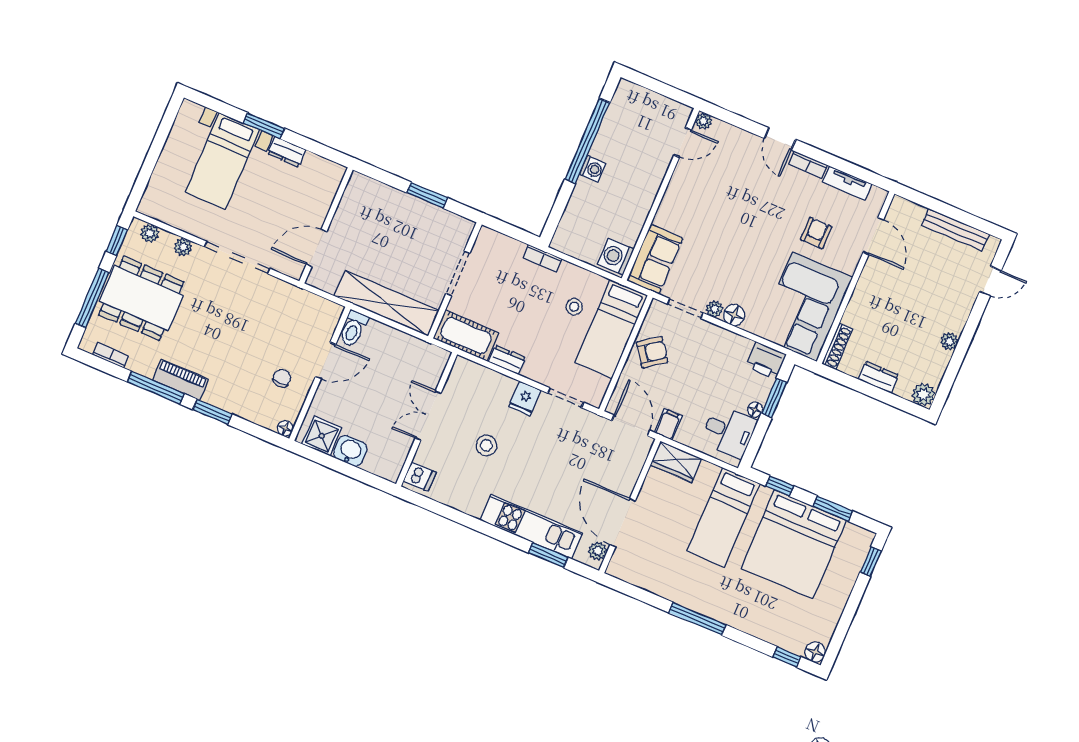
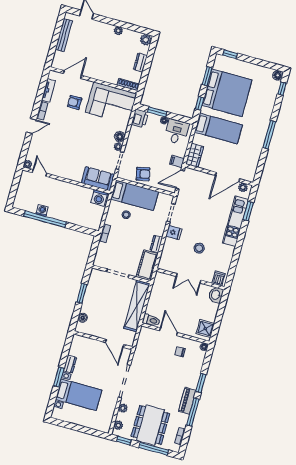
washing machine: (593, 169) -> (42, 210), moved
boiler: (377, 190) -> (83, 318), added
armchair: (652, 352) -> (143, 174), turned 114
washbasin: (350, 451) -> (216, 295), moved

